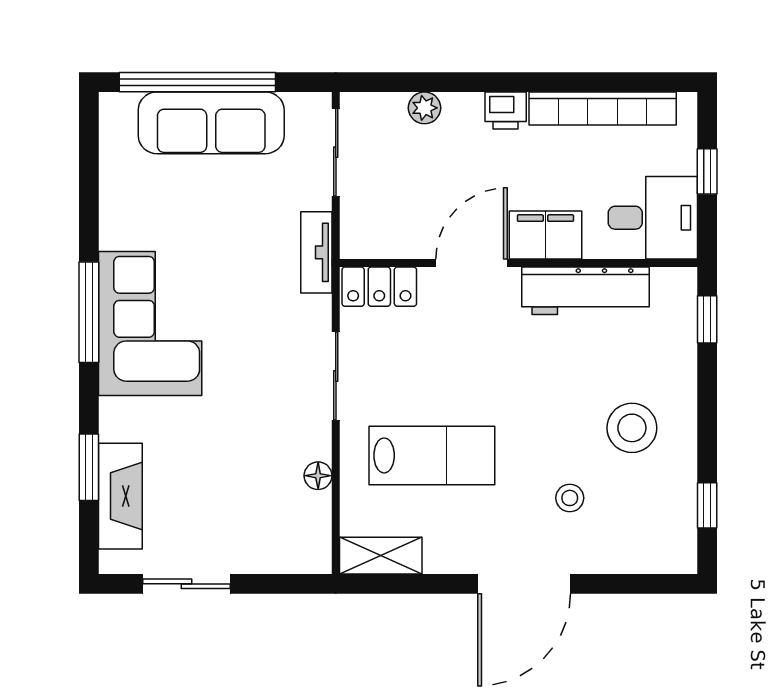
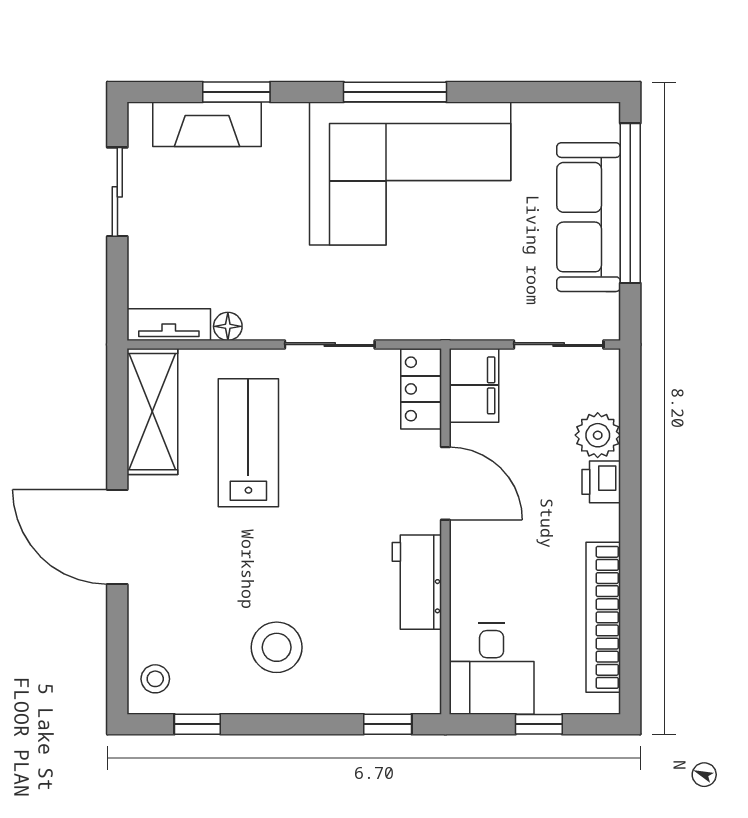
plant: (424, 108) -> (598, 435), width x1.38, depth x1.38
printer: (506, 110) -> (601, 482), moved
filing cabinet: (545, 235) -> (474, 385), moved
tv unit: (316, 252) -> (169, 325), moved
workbench: (585, 291) -> (417, 582), width x0.73
corner sofa: (150, 324) -> (410, 174), width x1.36, depth x1.36
lab bench: (432, 455) -> (248, 443), turned 180
stool: (570, 498) -> (155, 679), moved
shelving: (381, 556) -> (152, 412), width x1.50, depth x1.33

